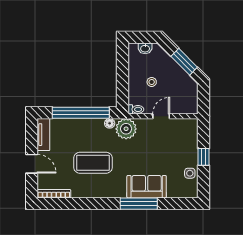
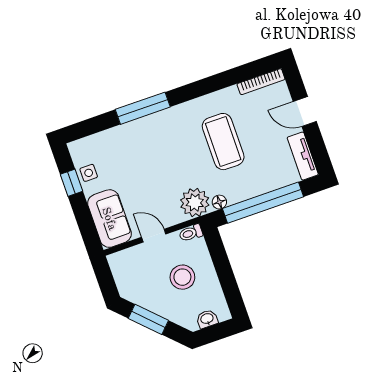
stool: (152, 82) -> (182, 277), width x1.89, depth x1.89
door: (161, 116) -> (154, 236), swing flipped
window: (204, 157) -> (72, 183), moved
coffee table: (93, 163) -> (223, 142), turned 90
sofa: (147, 187) -> (109, 219), moved, turned -90

